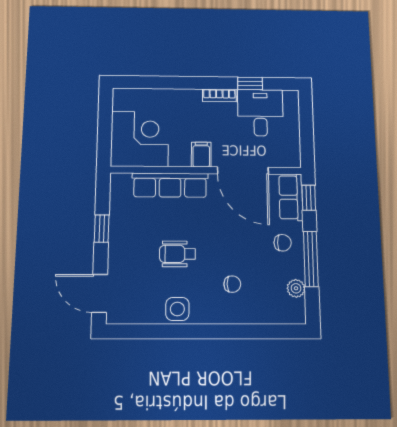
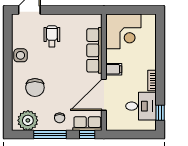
window: (250, 83) -> (160, 113), moved
window: (102, 229) -> (68, 10), removed
wheelchair: (178, 254) -> (52, 36), moved
chair: (232, 284) -> (35, 88), width x1.87, depth x1.87
plant: (296, 288) -> (28, 120), width x1.88, depth x1.88

